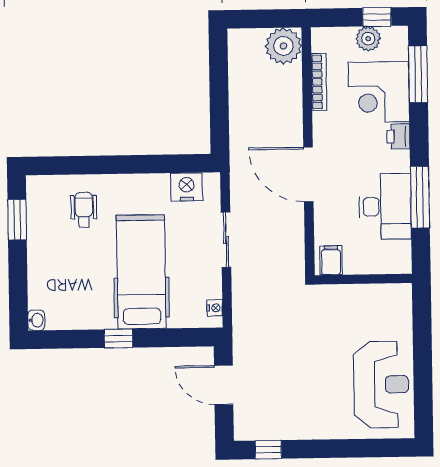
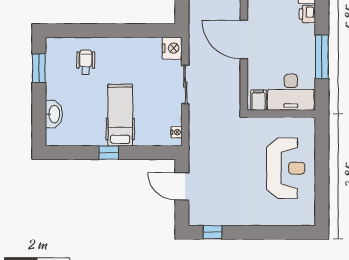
nightstand: (187, 187) -> (172, 48), moved, turned 90
desk: (385, 207) -> (291, 92), moved, turned 90
hospital bed: (141, 272) -> (120, 115), width x0.73, depth x0.78
washbasin: (36, 320) -> (54, 114), moved, width x1.91, depth x1.45
reception desk: (381, 385) -> (286, 168), moved

